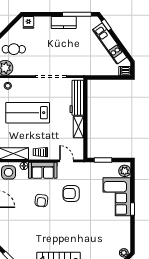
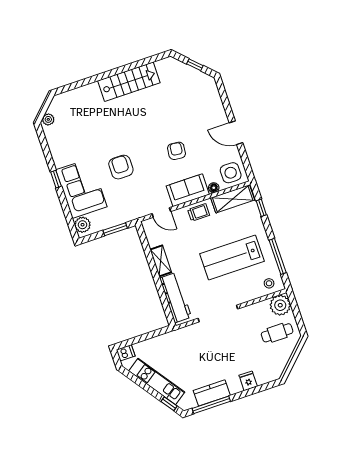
fridge: (28, 22) -> (248, 381), moved
kitchen counter: (64, 22) -> (212, 393), moved
lab bench: (28, 113) -> (232, 257), turned 180
armchair: (71, 194) -> (121, 167), moved, turned -90

